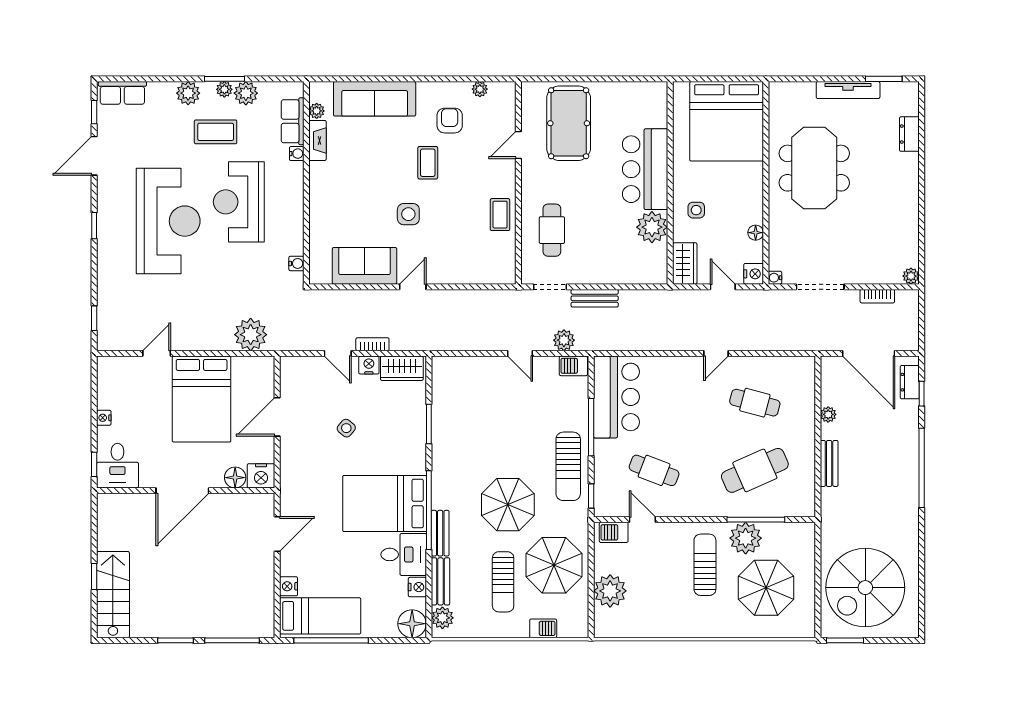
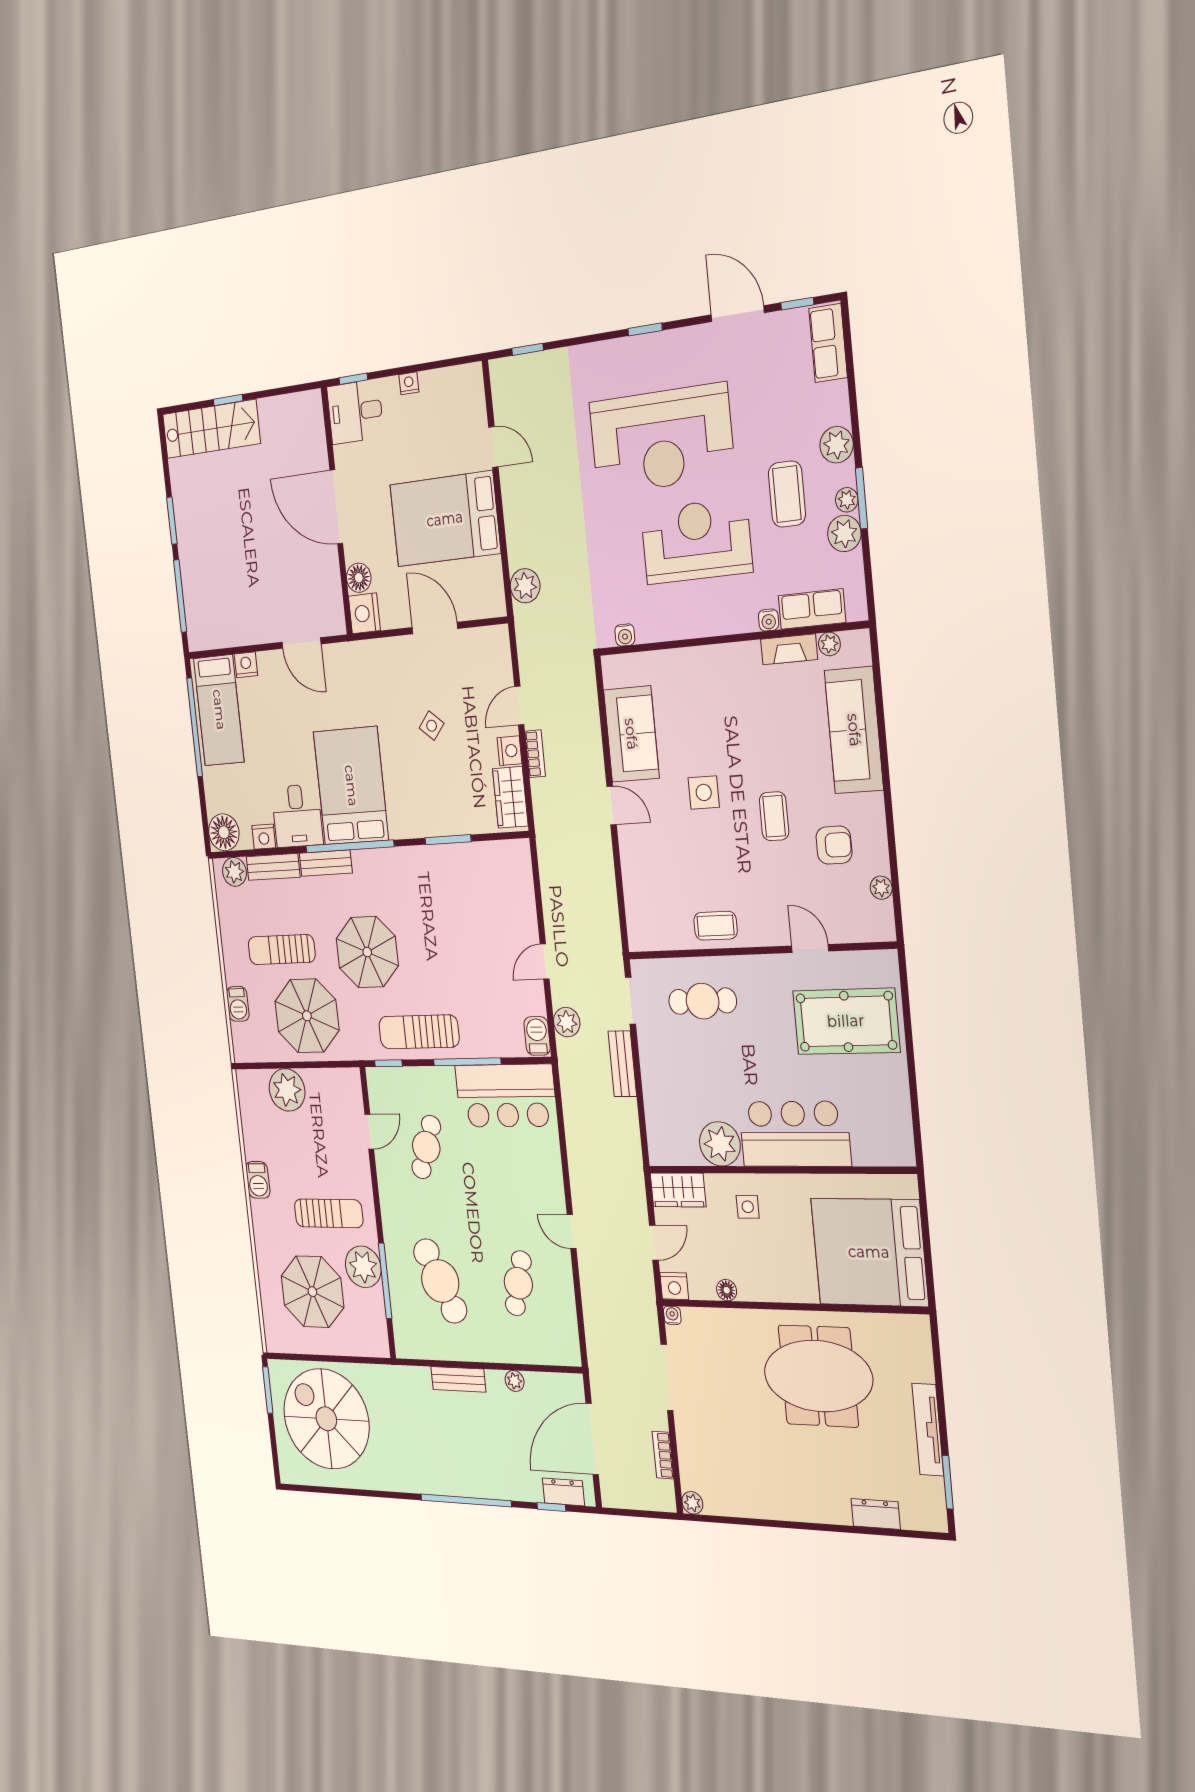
coffee table: (428, 163) -> (774, 816), turned 90
plant: (251, 335) -> (525, 586), width x0.73, depth x0.73
barbecue: (614, 532) -> (258, 1180), moved, turned 180

